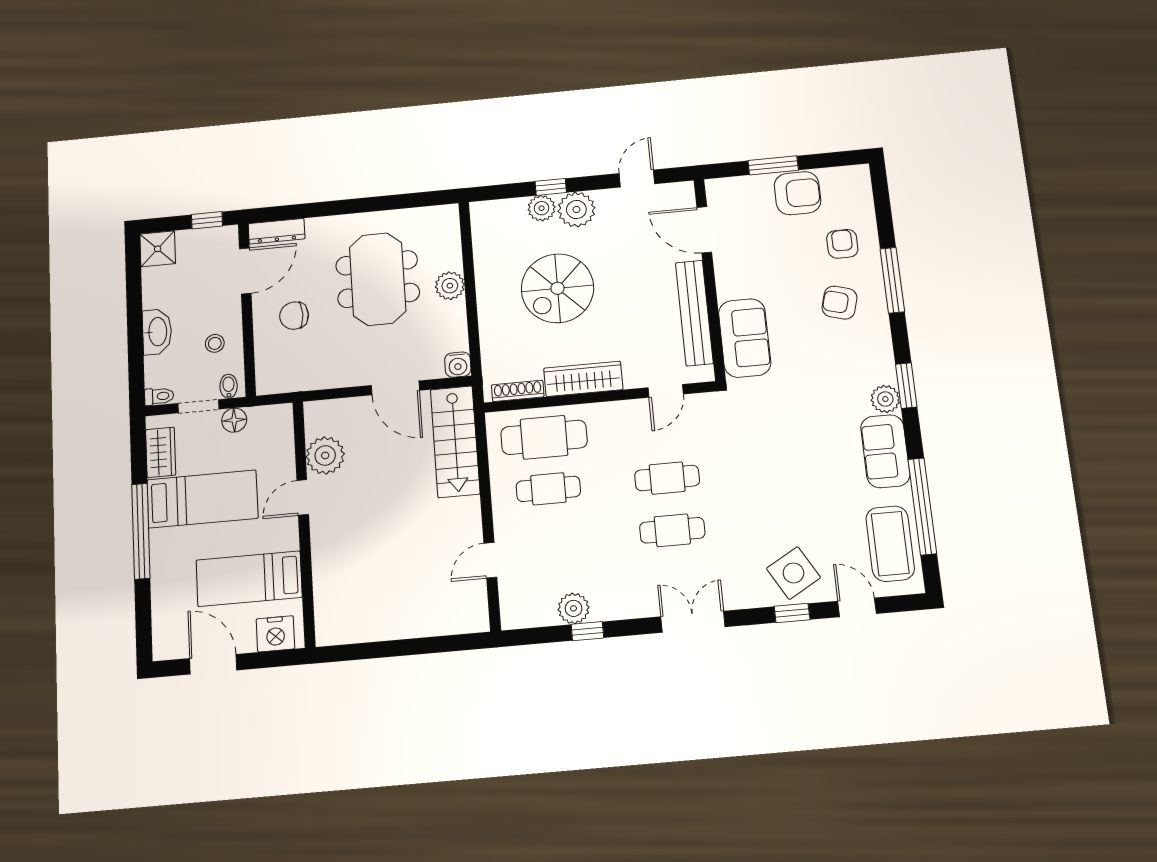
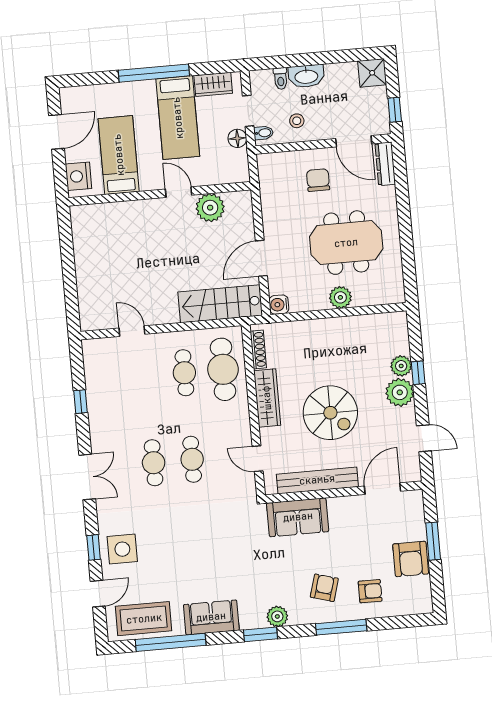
spiral stairs: (557, 288) -> (330, 413), moved, turned 180
toilet: (159, 396) -> (281, 78), moved
plant: (885, 399) -> (277, 616), moved
side table: (793, 573) -> (122, 549), turned 30
plant: (574, 608) -> (97, 392), removed

